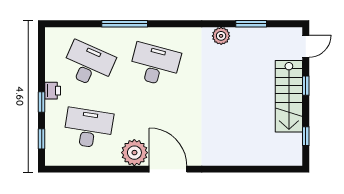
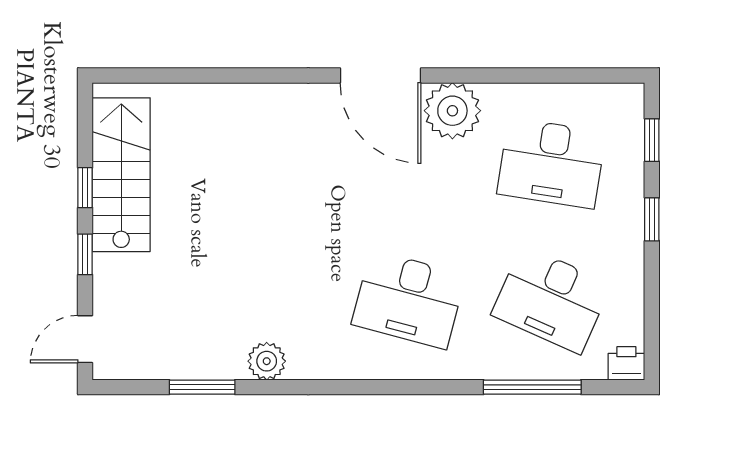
window: (125, 24) -> (532, 387), moved
printer: (53, 91) -> (626, 363), moved, turned 90
stairs: (289, 96) -> (121, 175), moved
window: (306, 136) -> (85, 188), moved

